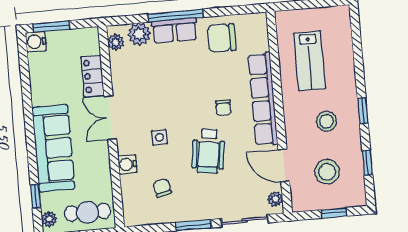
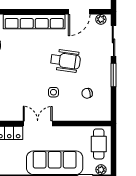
chair: (223, 108) -> (38, 48), removed
double door: (110, 118) -> (38, 123), swing flipped
water cooler: (127, 164) -> (69, 115), removed

